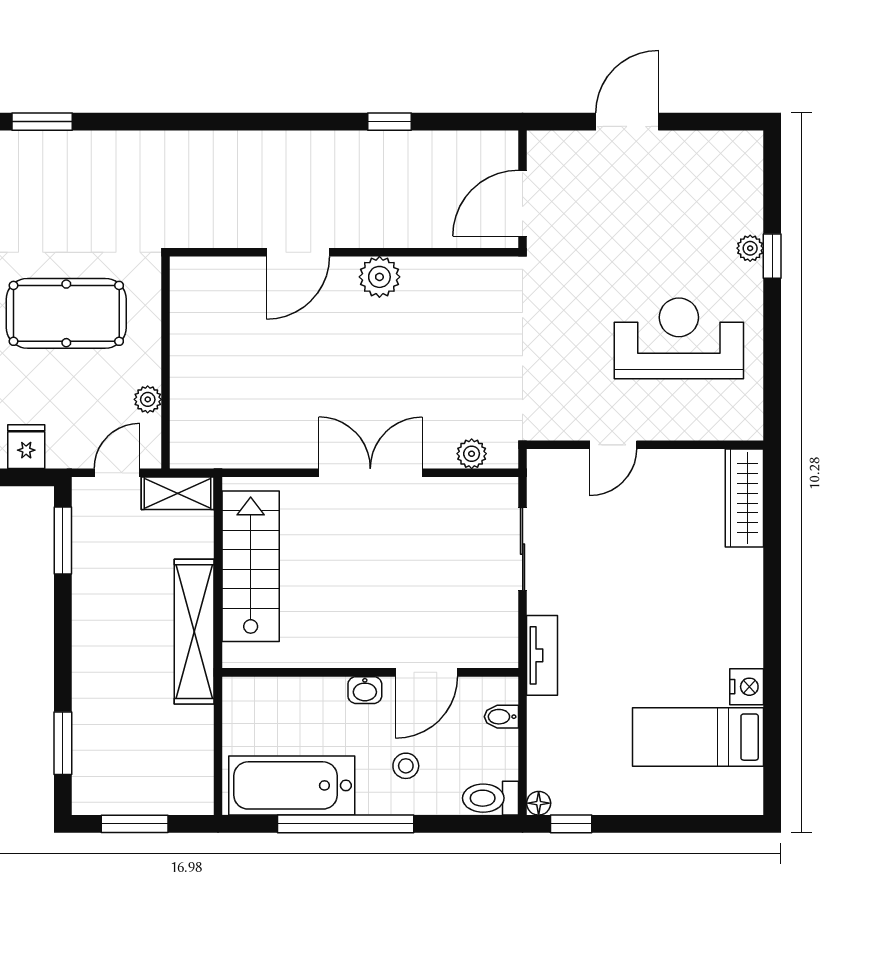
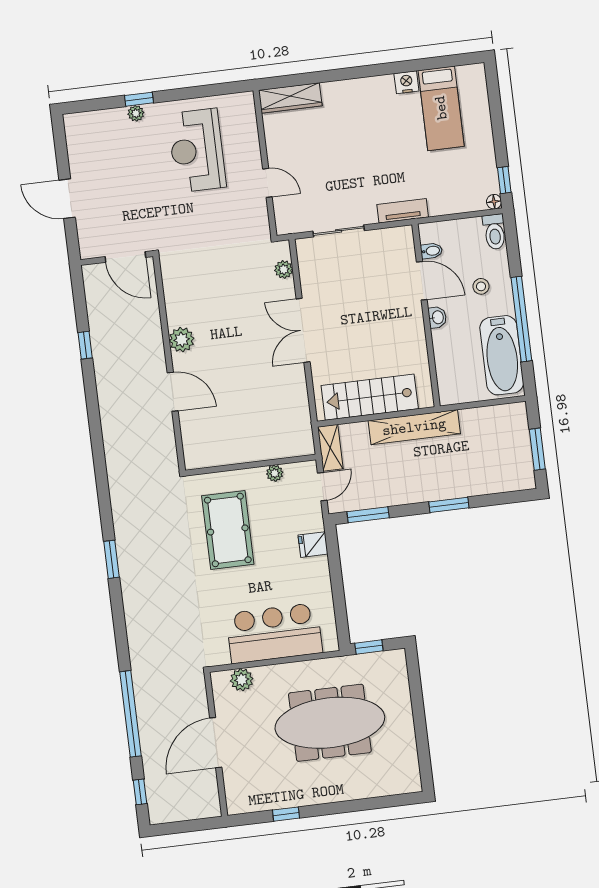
door: (117, 473) -> (322, 487), swing flipped
bidet: (501, 717) -> (431, 251), moved, turned -90
window: (63, 743) -> (449, 505), moved

